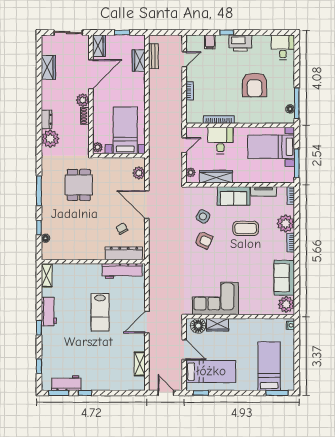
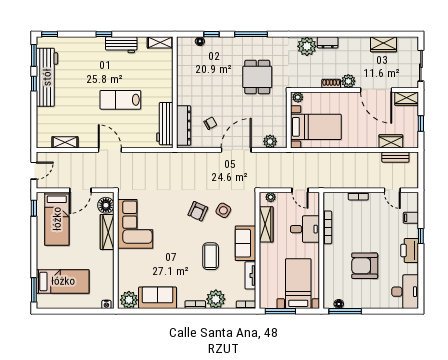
desk: (283, 47) -> (405, 292), width x1.37
dining table: (79, 185) -> (257, 77), turned 90
wardrobe: (218, 325) -> (107, 232), width x1.50
window: (39, 366) -> (50, 34), moved
workbench: (66, 383) -> (47, 77), width x1.88, depth x1.32

